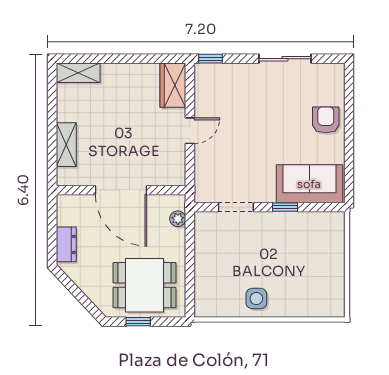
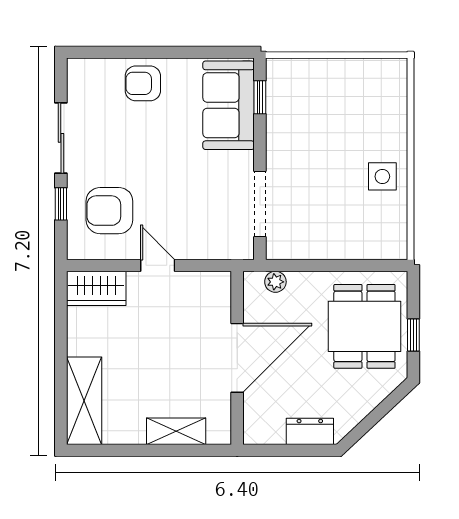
window: (210, 59) -> (61, 204), moved
shelving: (78, 73) -> (84, 401), width x1.50, depth x1.33
armchair: (231, 95) -> (109, 211), added
doorway: (236, 207) -> (260, 204), width x1.38
window: (285, 207) -> (260, 97), moved

